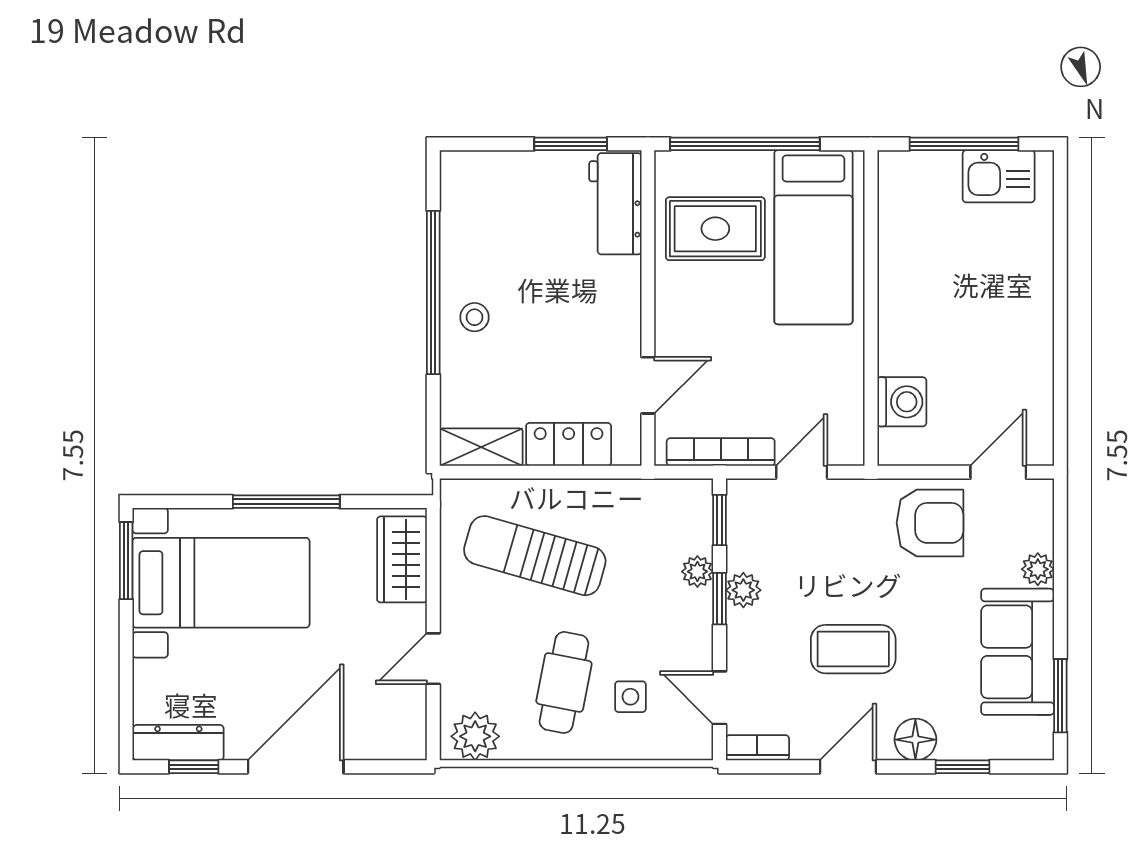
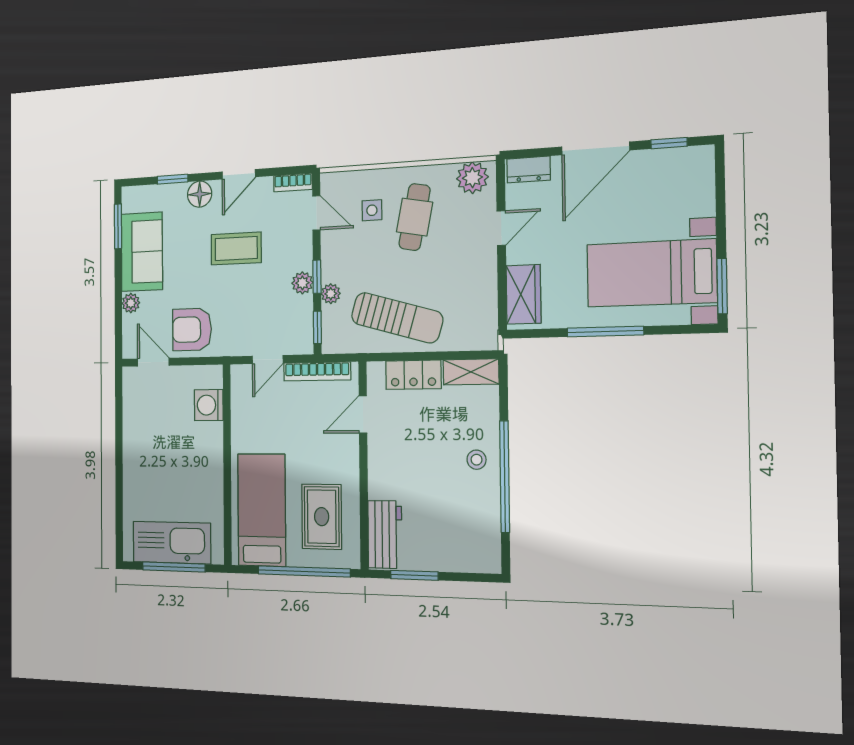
kitchen sink: (999, 176) -> (172, 543), width x1.87, depth x1.24
rug: (715, 229) -> (322, 517), turned 90
door: (998, 472) -> (153, 362), swing flipped
sun lounger: (535, 556) -> (397, 318), moved
dresser: (178, 743) -> (529, 170), moved, width x0.70

